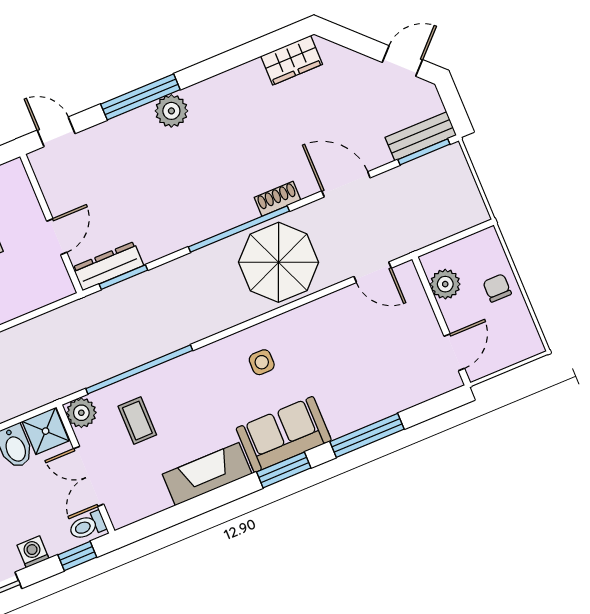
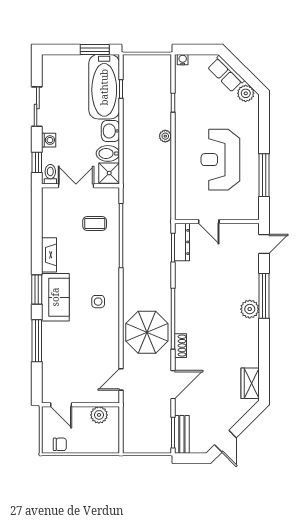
chair: (497, 288) -> (60, 444), moved
plant: (81, 413) -> (111, 196), removed
fireplace: (207, 474) -> (49, 255), width x0.73, depth x0.76

